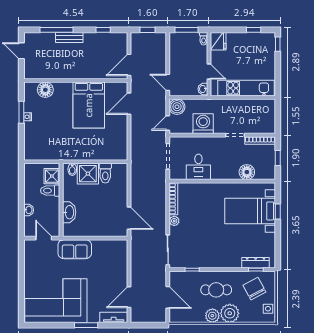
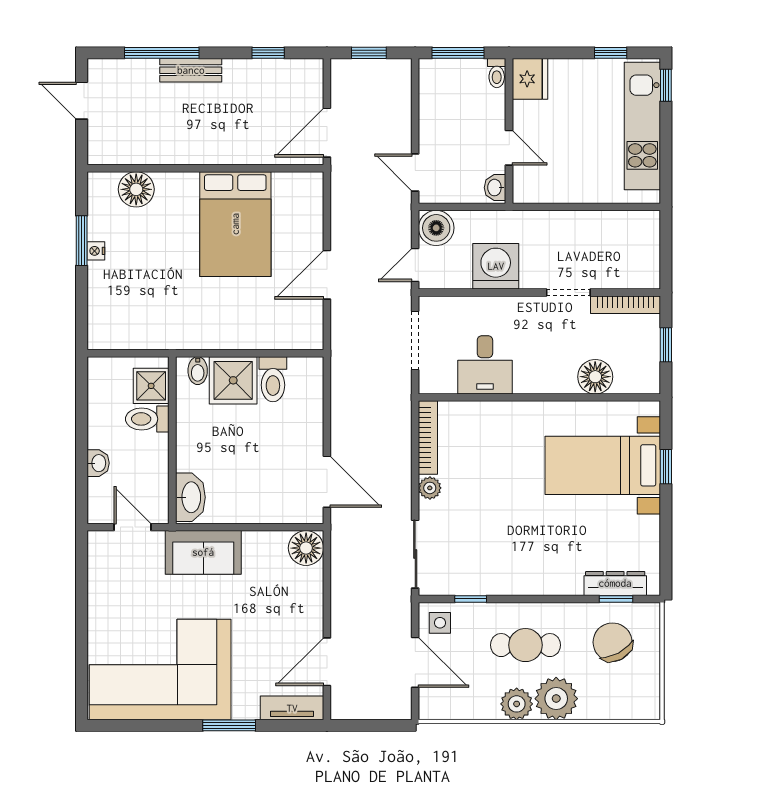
kitchen unit: (246, 88) -> (642, 126), moved, turned -90
door: (129, 104) -> (327, 275), moved
washbasin: (69, 212) -> (190, 497), moved
floor lamp: (120, 247) -> (306, 548), added
side table: (268, 309) -> (440, 623), moved

